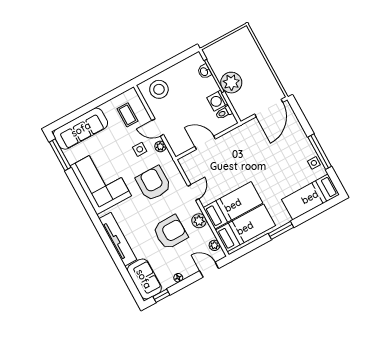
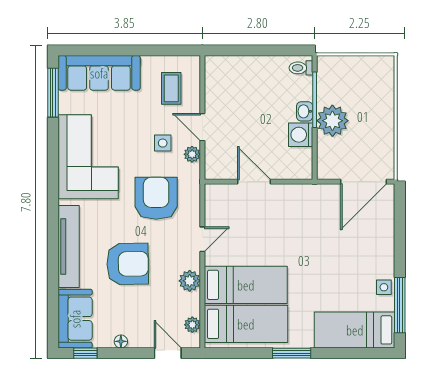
washbasin: (204, 71) -> (305, 111), moved
stool: (159, 89) -> (232, 77), removed
toilet: (224, 113) -> (301, 68), moved
window: (320, 152) -> (400, 305), moved
armchair: (170, 232) -> (128, 264), moved

